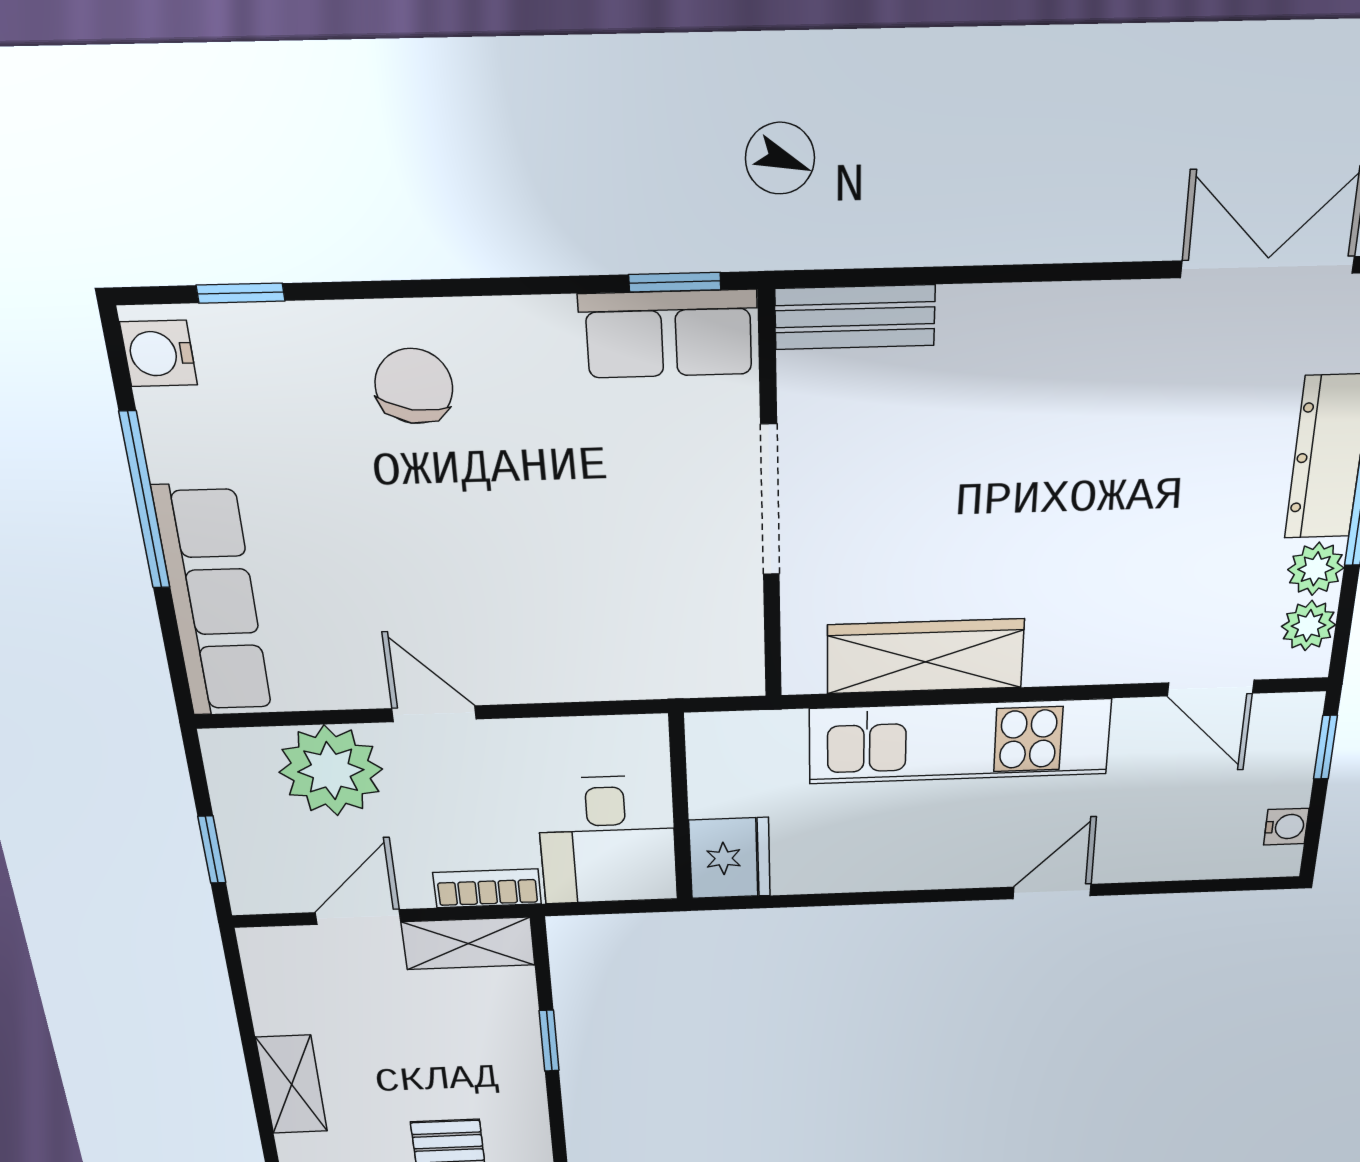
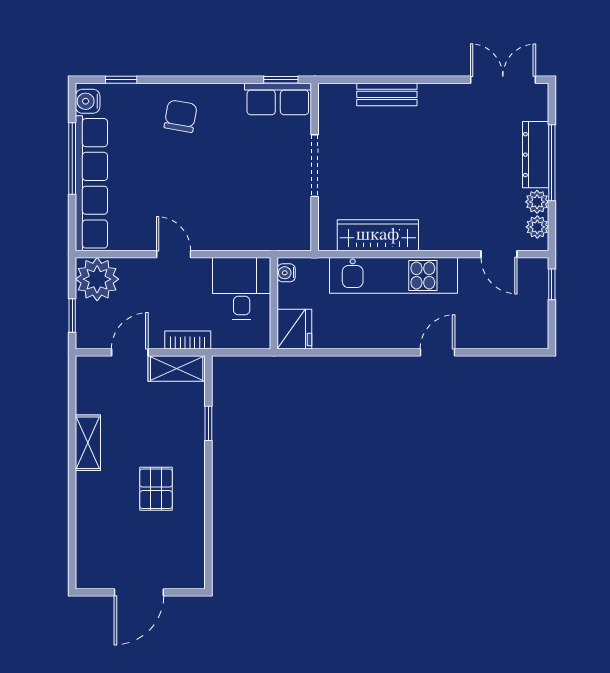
bench: (855, 317) -> (387, 94), moved
row of seats: (213, 602) -> (91, 183), width x1.36
plant: (331, 771) -> (97, 279), moved
water cooler: (1286, 827) -> (286, 273), moved, turned 180
desk: (608, 840) -> (242, 289), moved, turned 180

